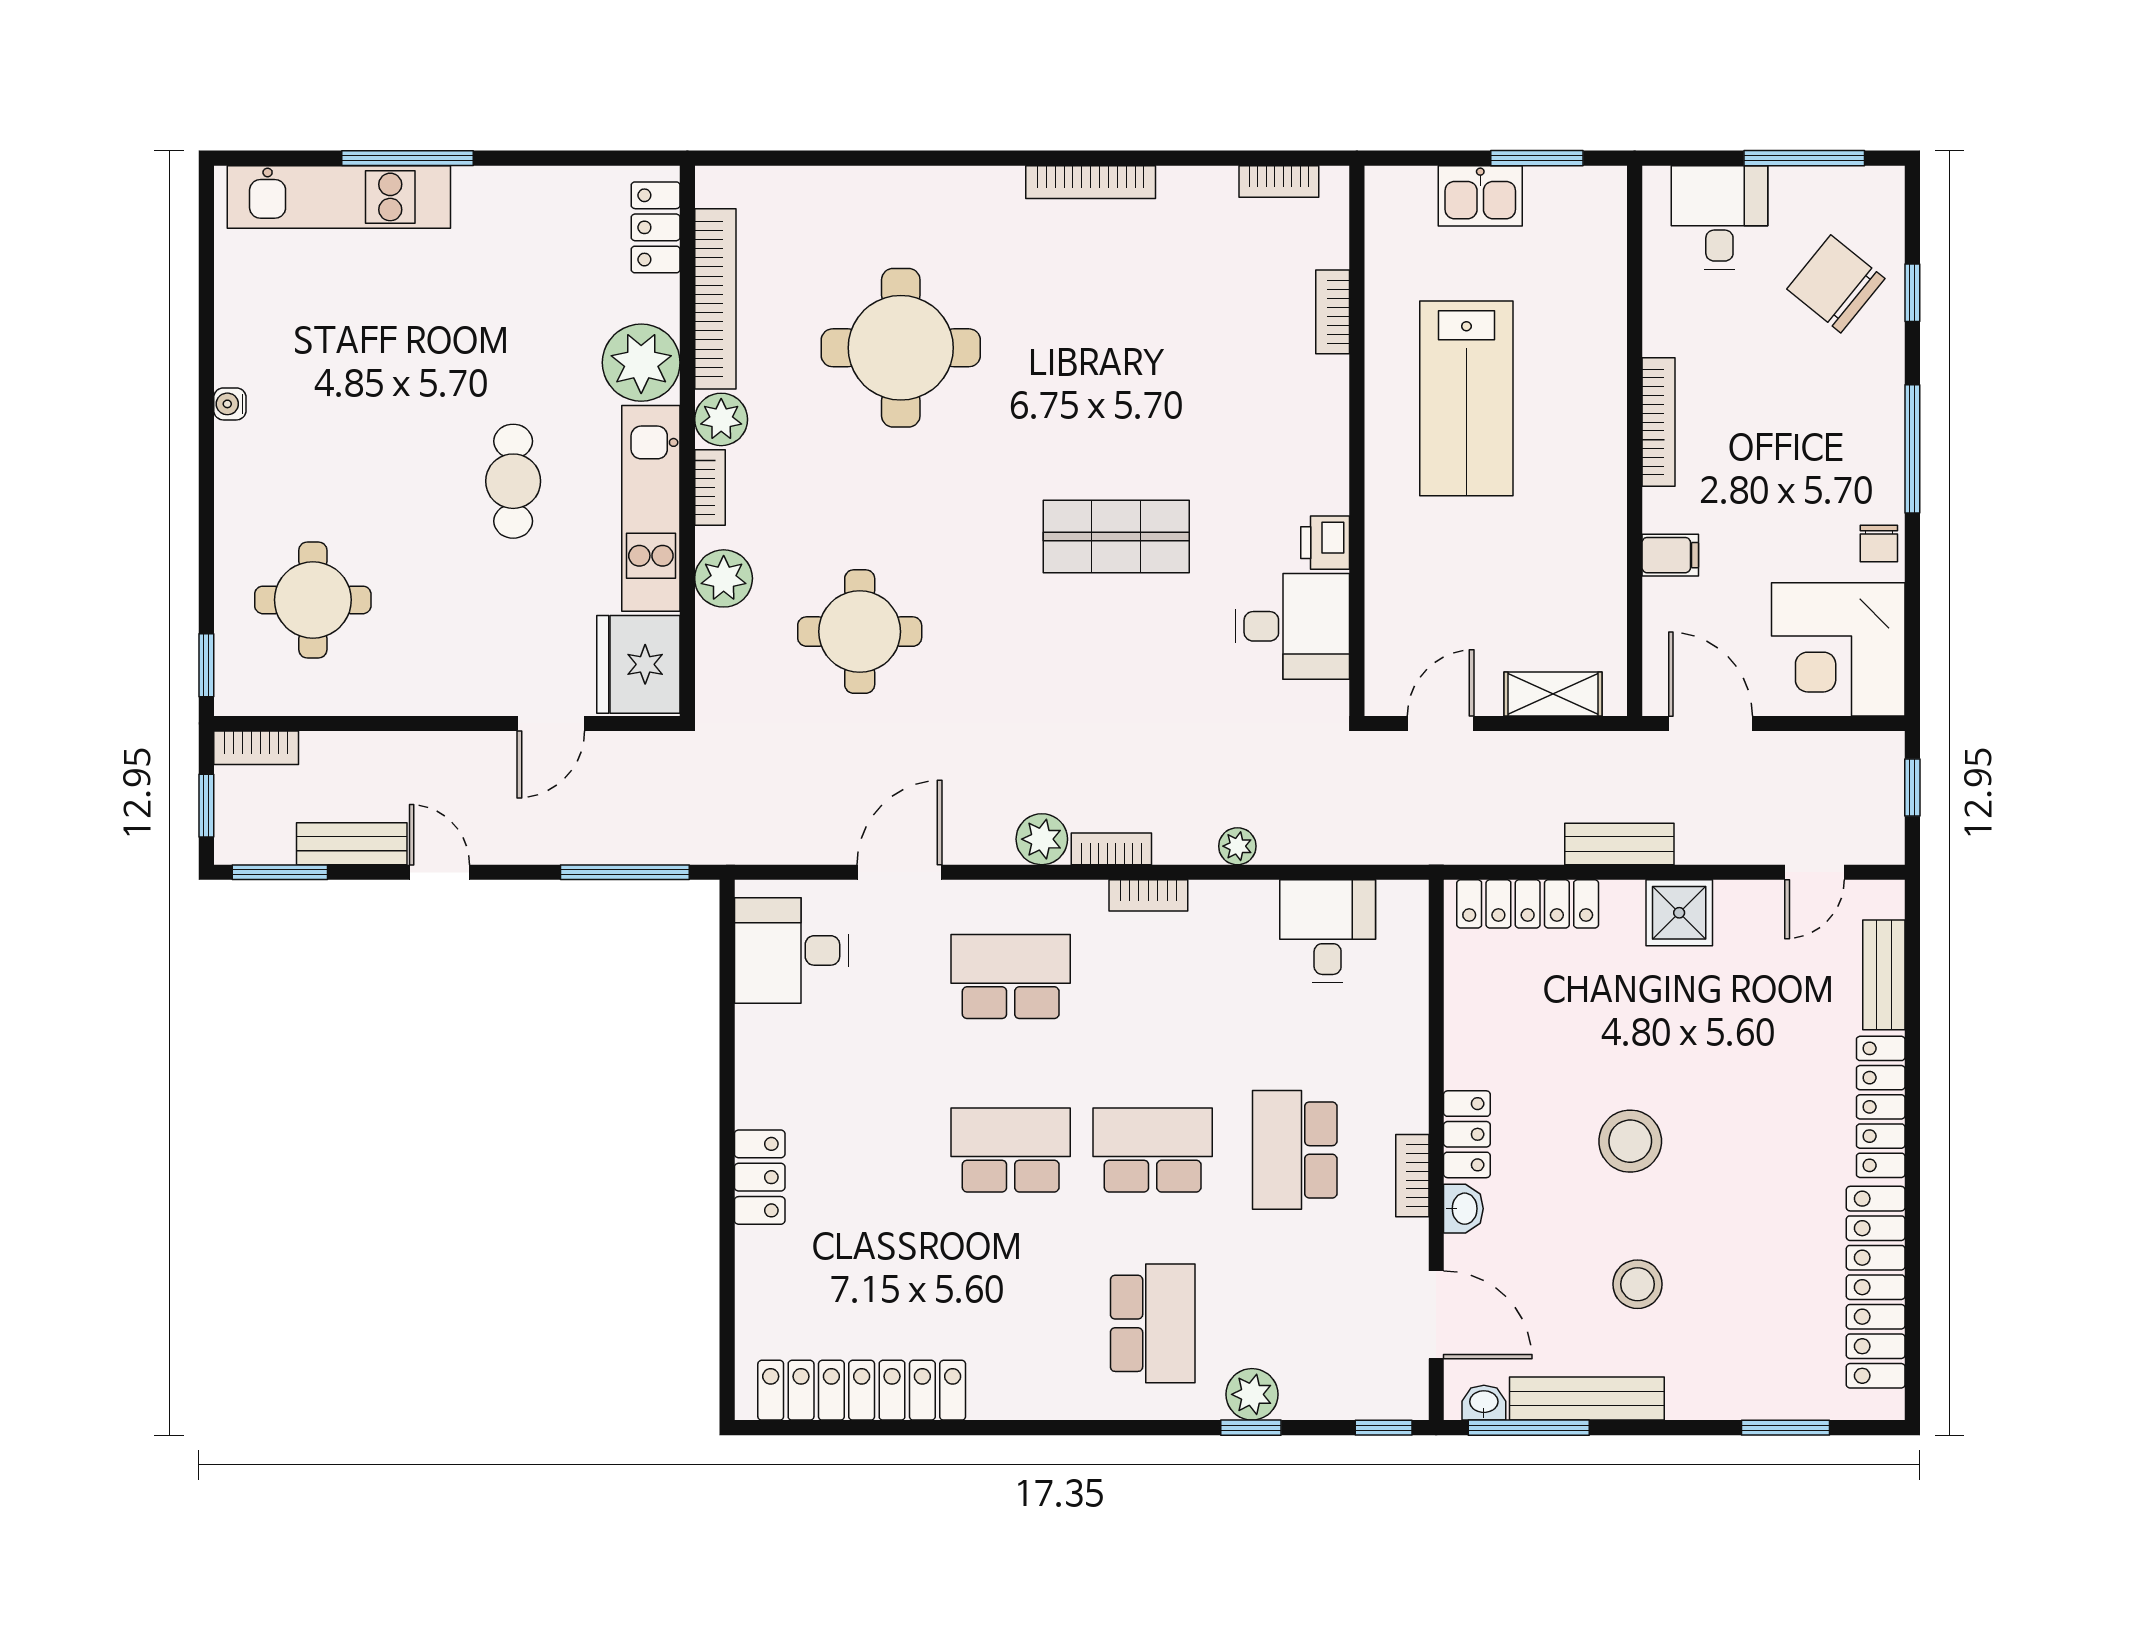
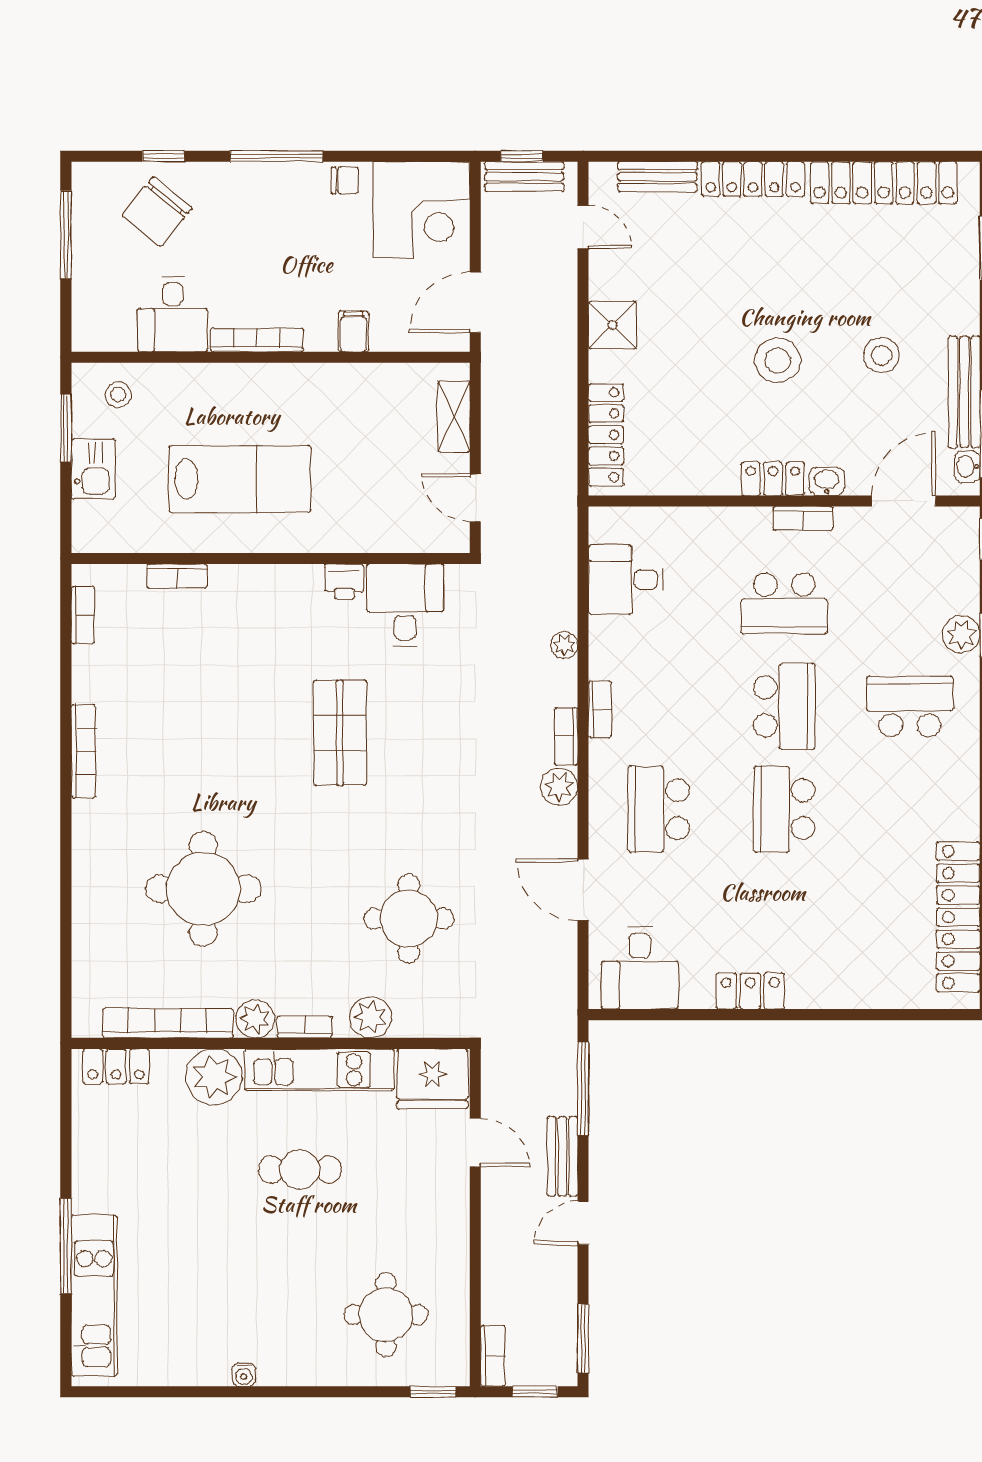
desk: (1719, 217) -> (173, 314), moved, turned -90
stool: (1583, 231) -> (118, 394), added
bench: (352, 844) -> (562, 1156), moved
bench: (1619, 844) -> (524, 177), moved, turned 90
school desk: (1153, 1150) -> (784, 706), turned 180
locker: (760, 1177) -> (750, 991), moved

